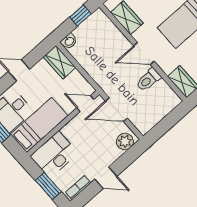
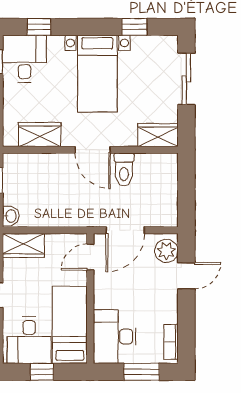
door: (144, 54) -> (93, 150), hinge flipped
door: (106, 178) -> (186, 276), moved

